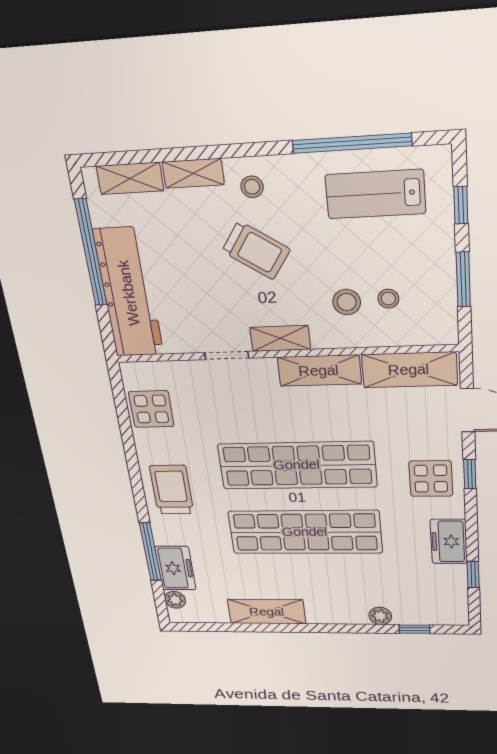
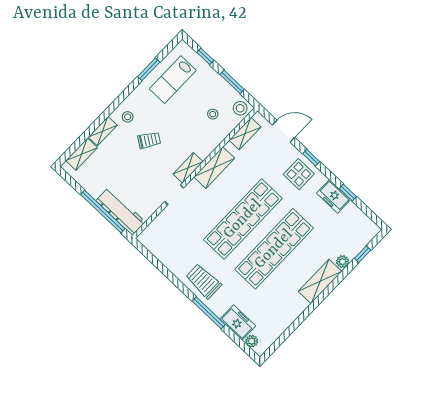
window: (352, 143) -> (149, 69), width x0.47
trolley: (256, 250) -> (149, 140), width x0.73, depth x0.72
window: (91, 253) -> (103, 212), moved
workbench: (129, 293) -> (121, 211), width x0.73, depth x0.76
stool: (347, 302) -> (240, 108), moved
shelving: (409, 370) -> (245, 134), width x0.67, depth x0.75
display table: (151, 409) -> (165, 248), removed
window: (150, 552) -> (209, 313), moved
window: (473, 574) -> (348, 193), moved
shelving: (267, 612) -> (320, 281), moved

